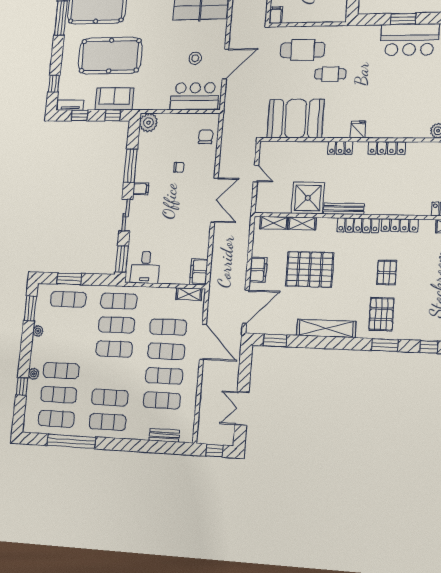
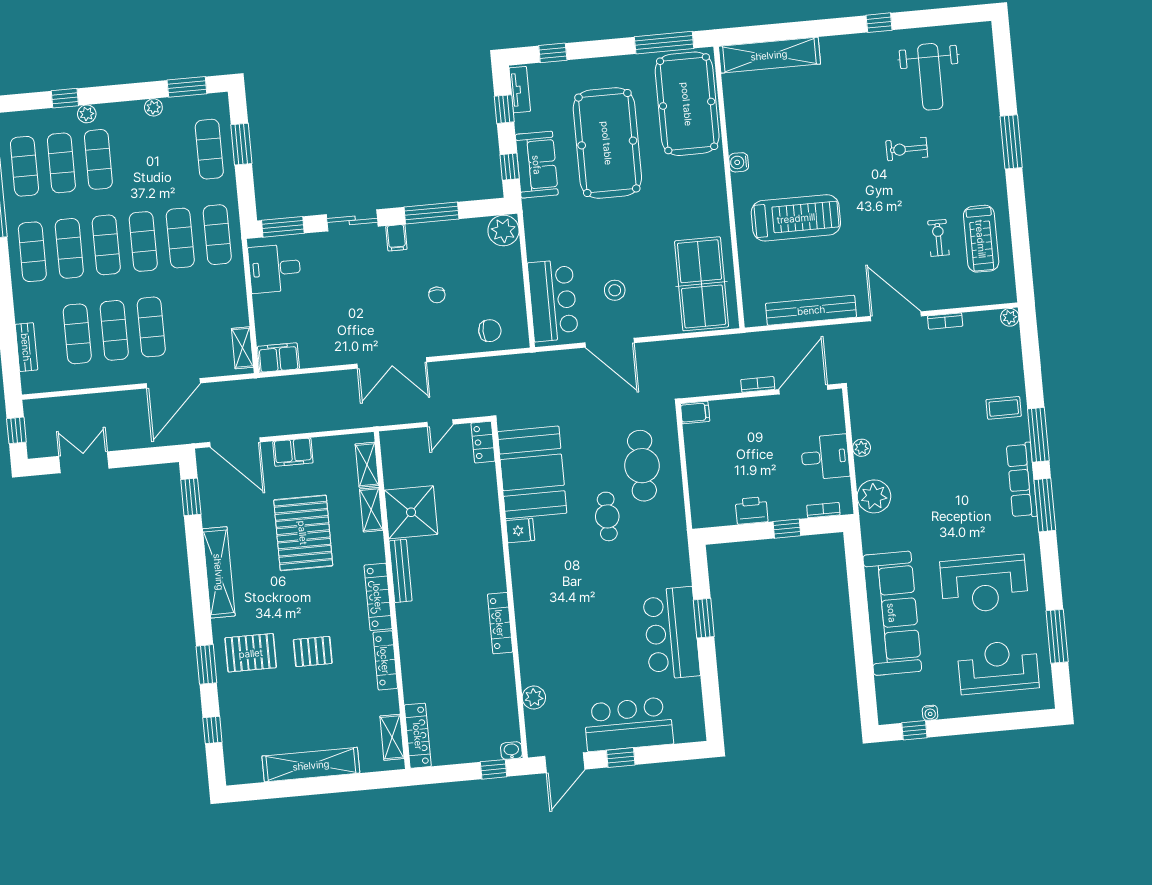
fridge: (358, 129) -> (520, 531), moved
locker: (340, 148) -> (483, 442), moved
exercise mat: (168, 327) -> (106, 245), moved

